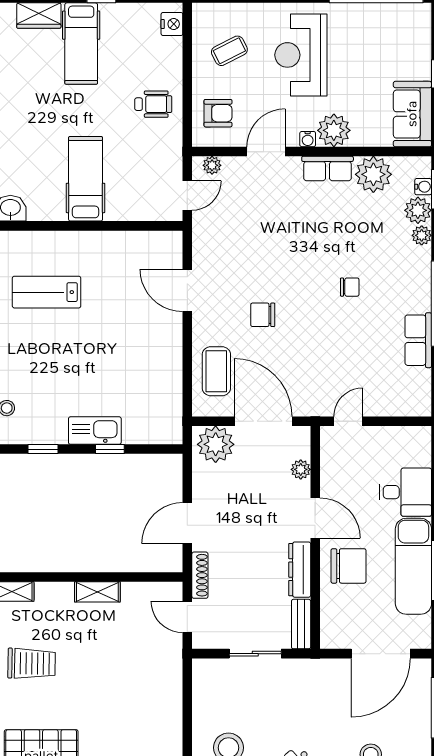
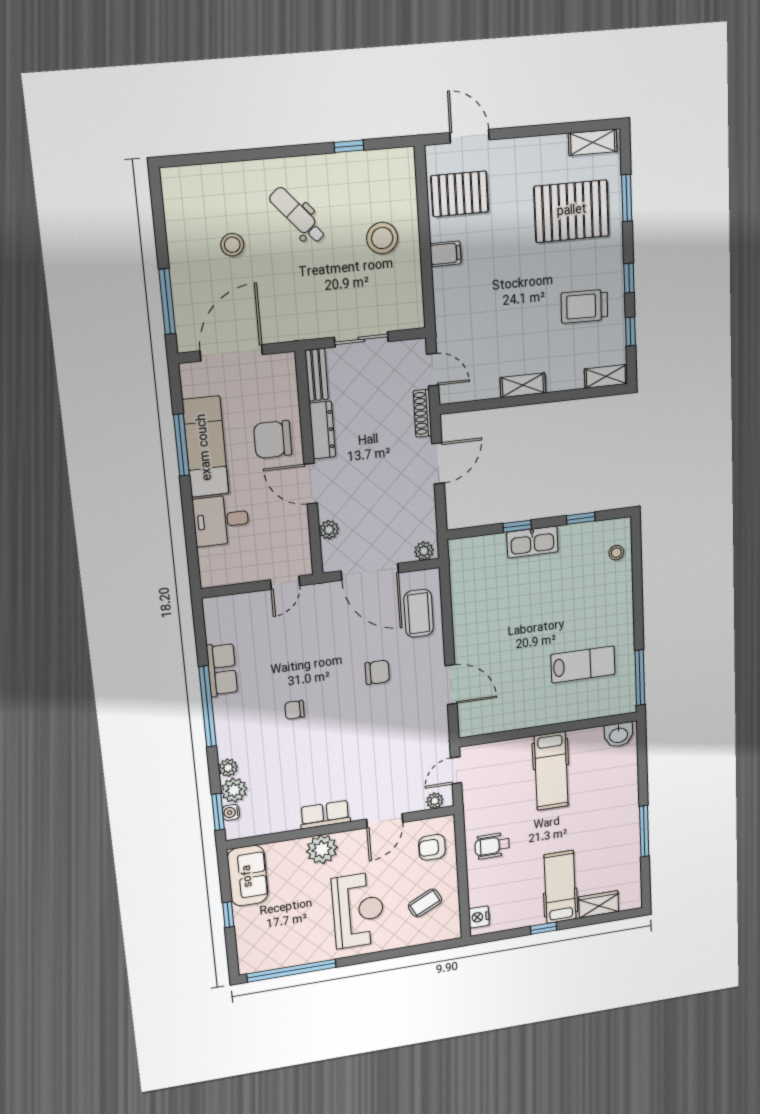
water cooler: (308, 139) -> (346, 838), removed
plant: (373, 174) -> (280, 816), removed
plant: (216, 444) -> (424, 551), width x0.53, depth x0.53
filing cabinet: (168, 727) -> (445, 254), added

